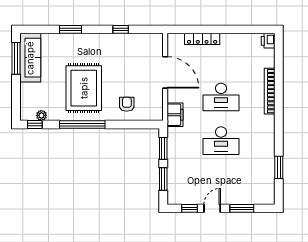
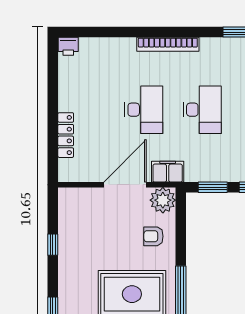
door: (165, 72) -> (125, 185), moved
bookcase: (270, 91) -> (168, 44), moved
plant: (154, 111) -> (163, 200), added

